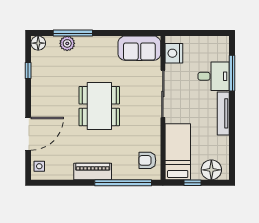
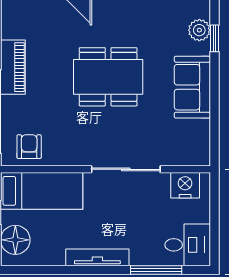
window: (73, 33) -> (214, 38), width x0.46
sofa: (139, 48) -> (192, 87), moved
desk: (214, 76) -> (188, 245), moved, turned -90

